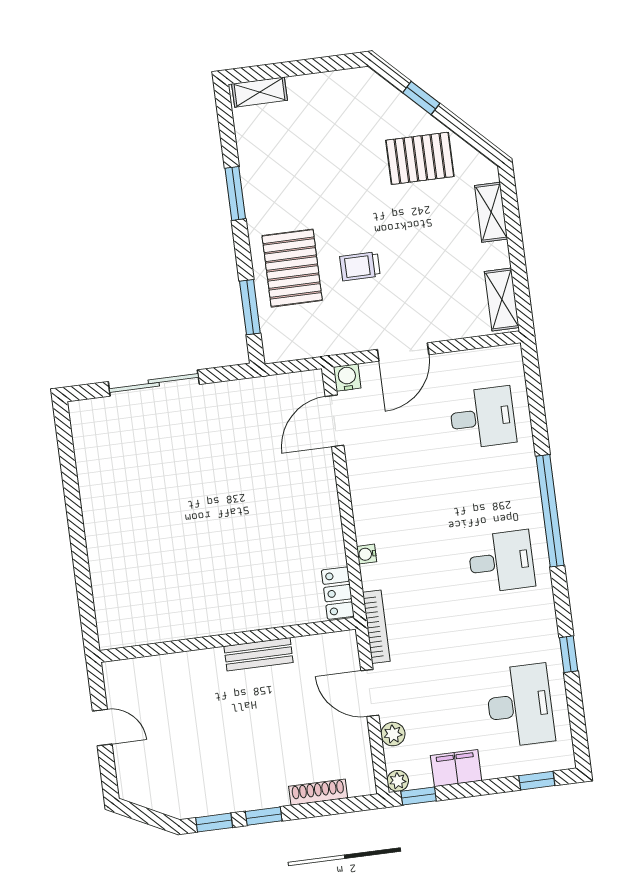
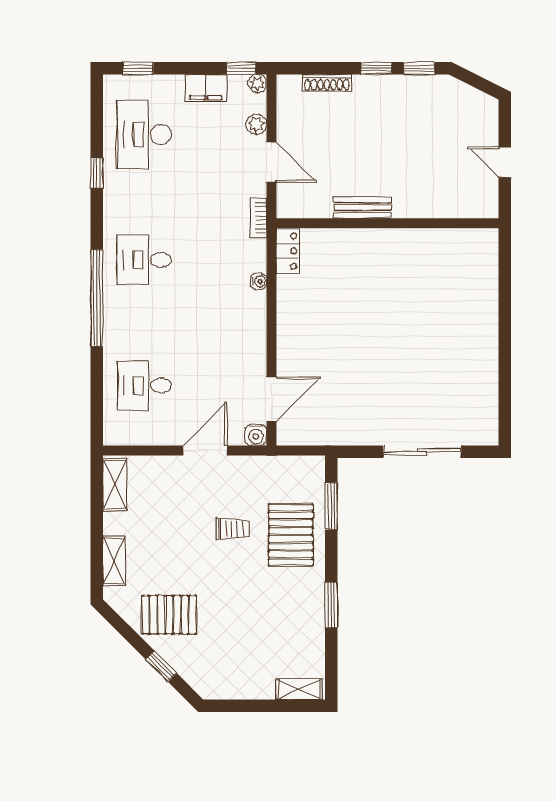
bookcase: (376, 627) -> (259, 218), width x0.64

